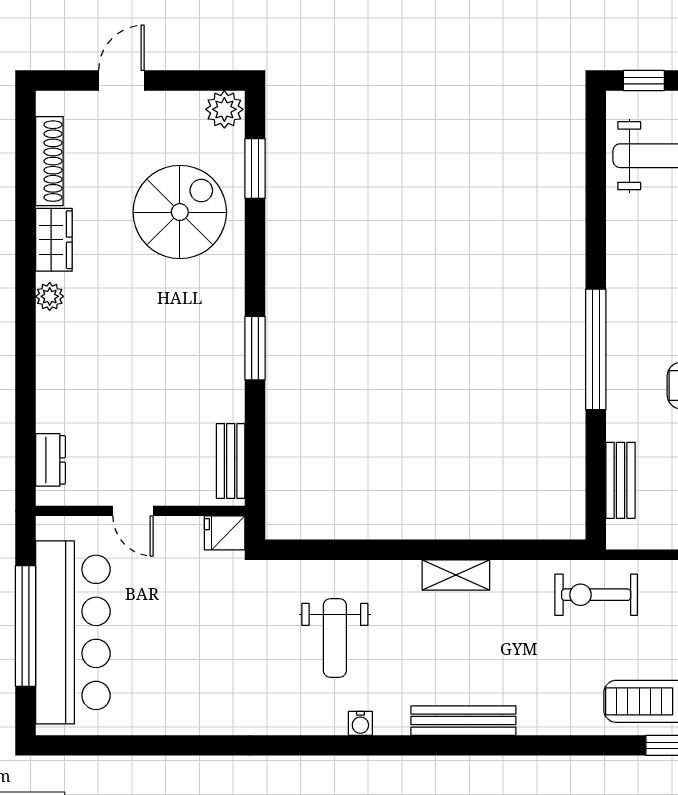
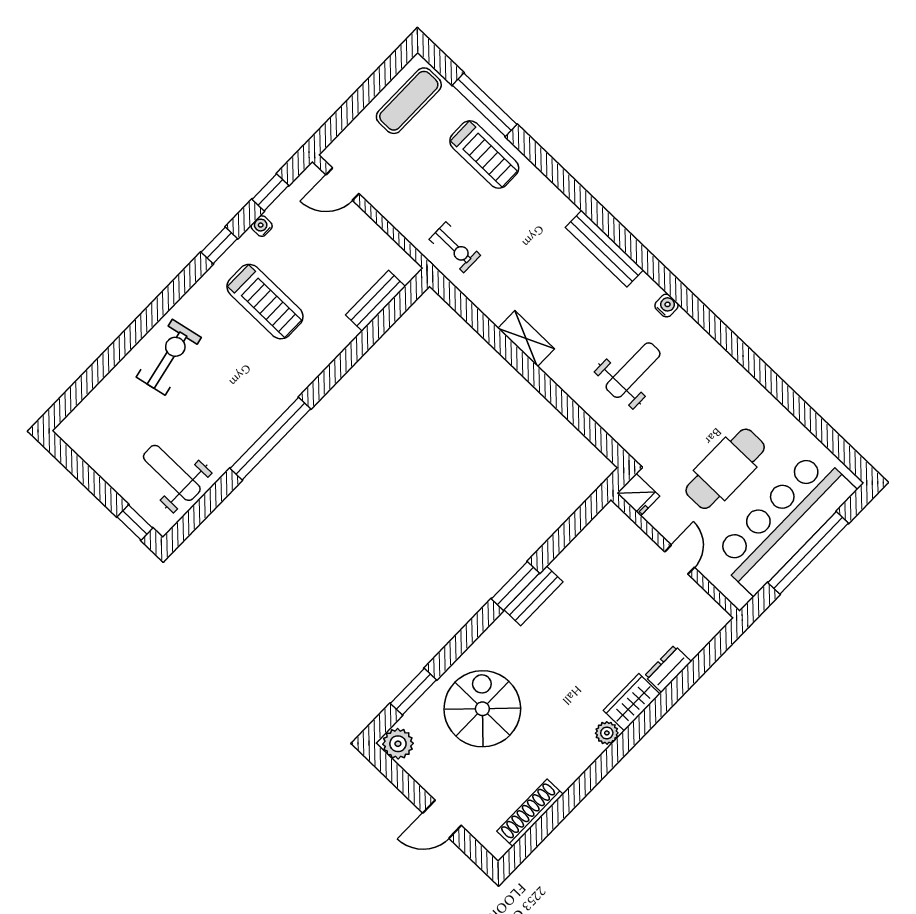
spiral stairs: (180, 212) -> (482, 709), turned 90
wardrobe: (54, 240) -> (632, 702), moved
window: (596, 349) -> (270, 439), moved
dresser: (50, 460) -> (668, 669), moved
bench: (231, 461) -> (534, 596), moved
exercise bike: (596, 595) -> (455, 247), width x0.73, depth x0.72
cafe table: (170, 629) -> (725, 469), added

